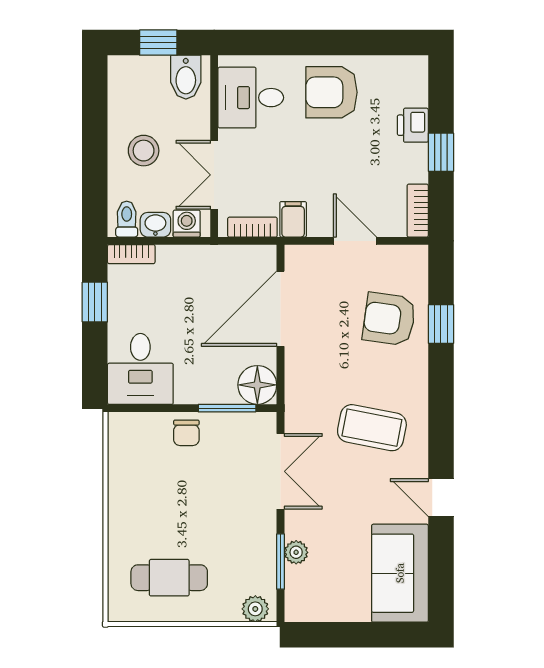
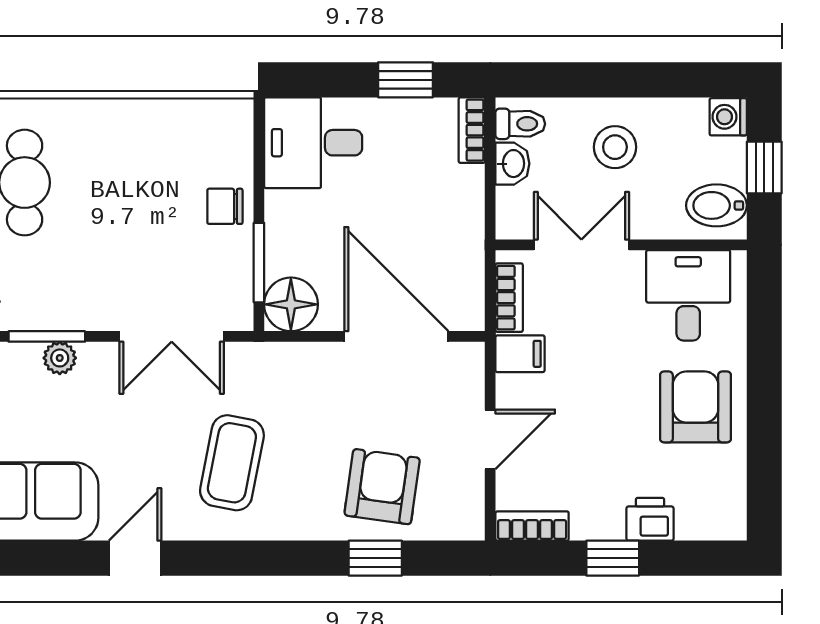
washing machine: (187, 224) -> (728, 117), moved, turned 180

